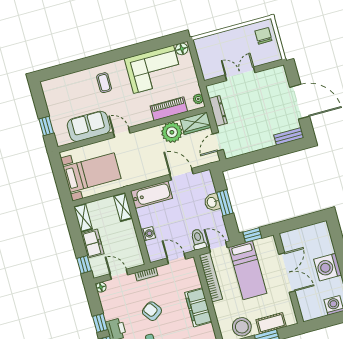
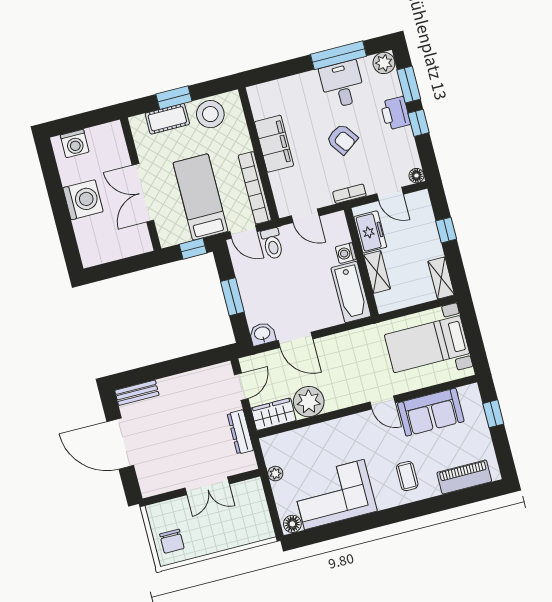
plant: (198, 99) -> (275, 474), moved
piano: (169, 109) -> (464, 477), moved, turned 180
bathtub: (152, 195) -> (351, 292), moved, turned -90
washbasin: (212, 202) -> (262, 334), moved, turned -90
shelving: (123, 207) -> (377, 272), moved
freezer: (93, 244) -> (370, 232), moved, turned 180
window: (84, 265) -> (446, 230), moved

